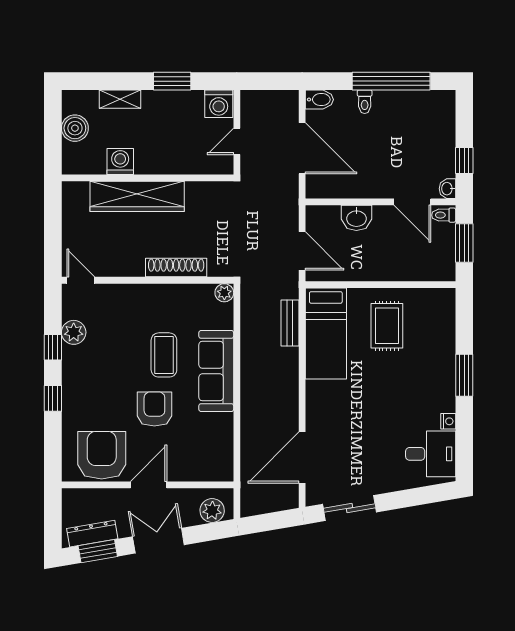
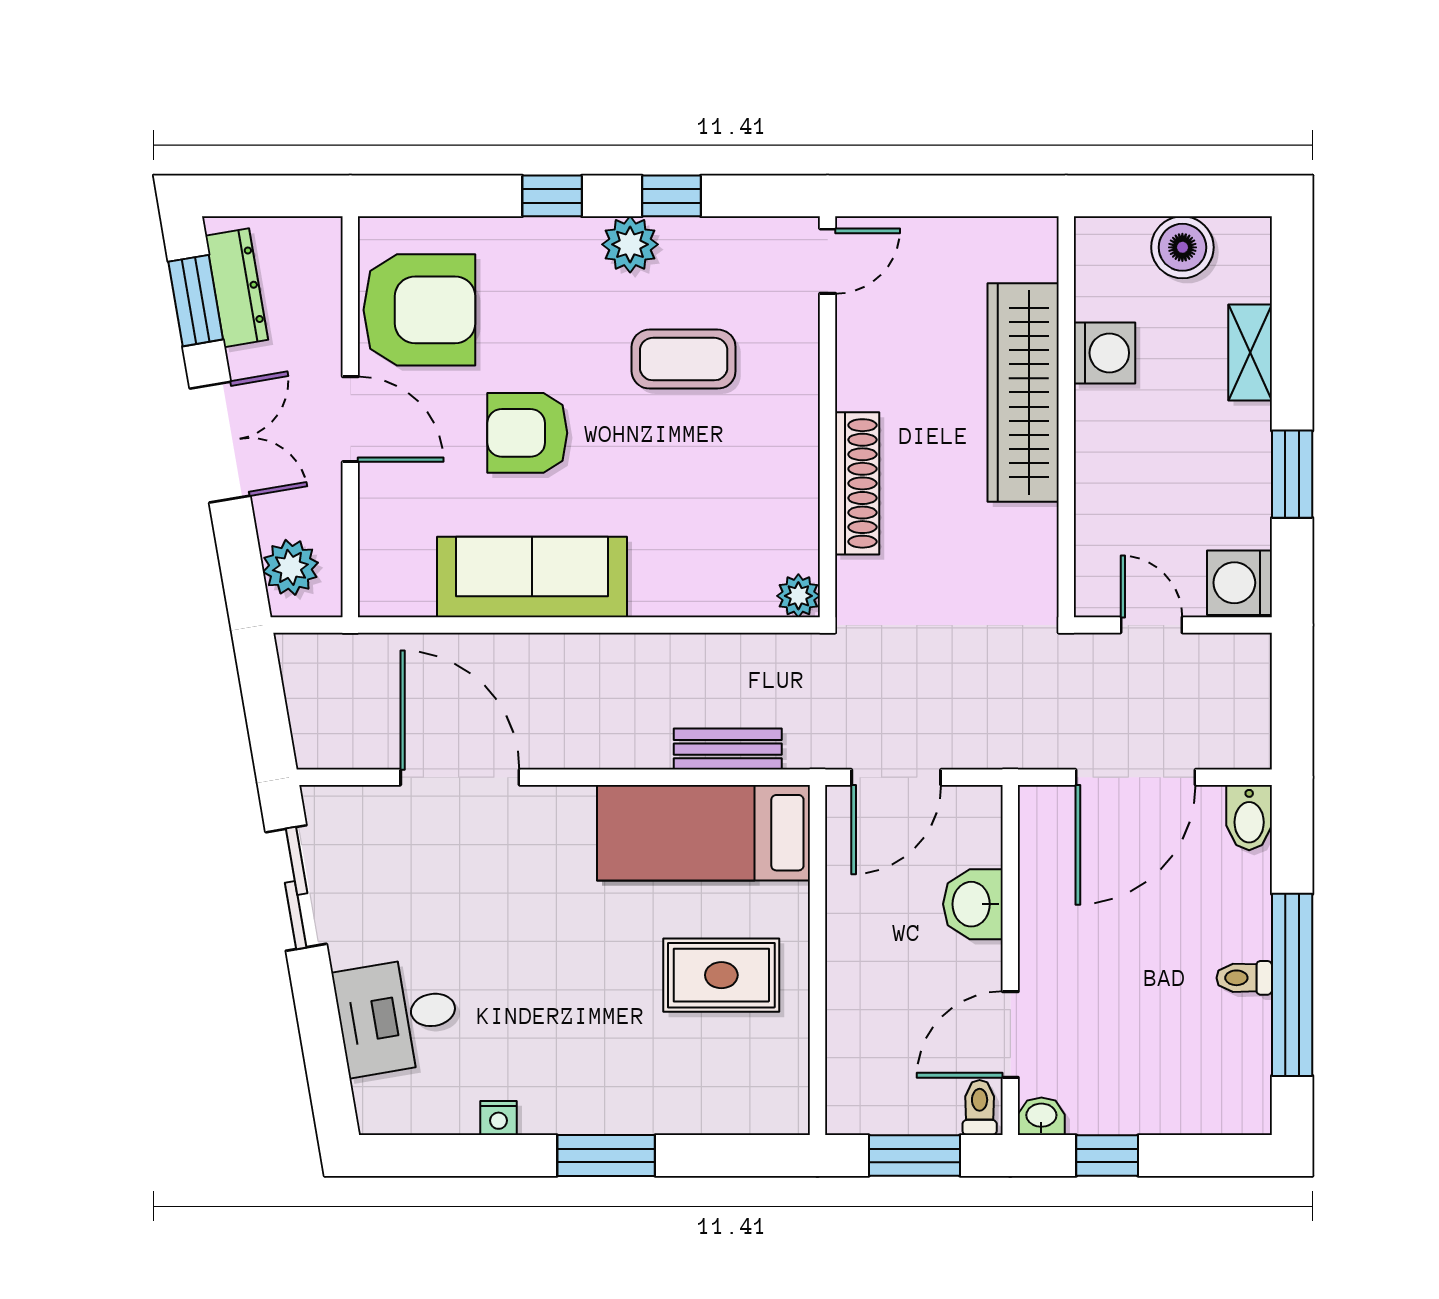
toilet: (365, 102) -> (1244, 978), moved
plant: (74, 332) -> (630, 244), moved
coffee table: (164, 355) -> (684, 359), moved
sofa: (216, 371) -> (532, 577), moved
armchair: (154, 409) -> (527, 433), turned 180
desk: (431, 454) -> (397, 1016), moved, turned 80
door: (302, 458) -> (460, 777), moved

